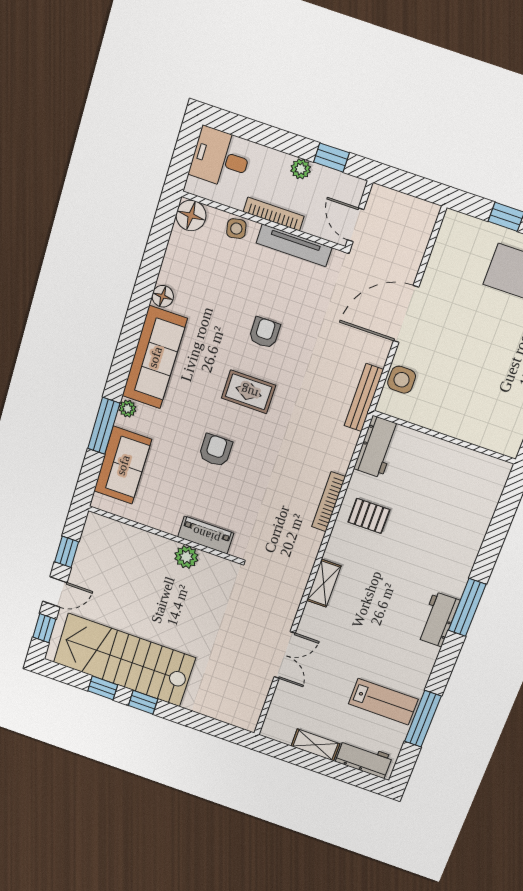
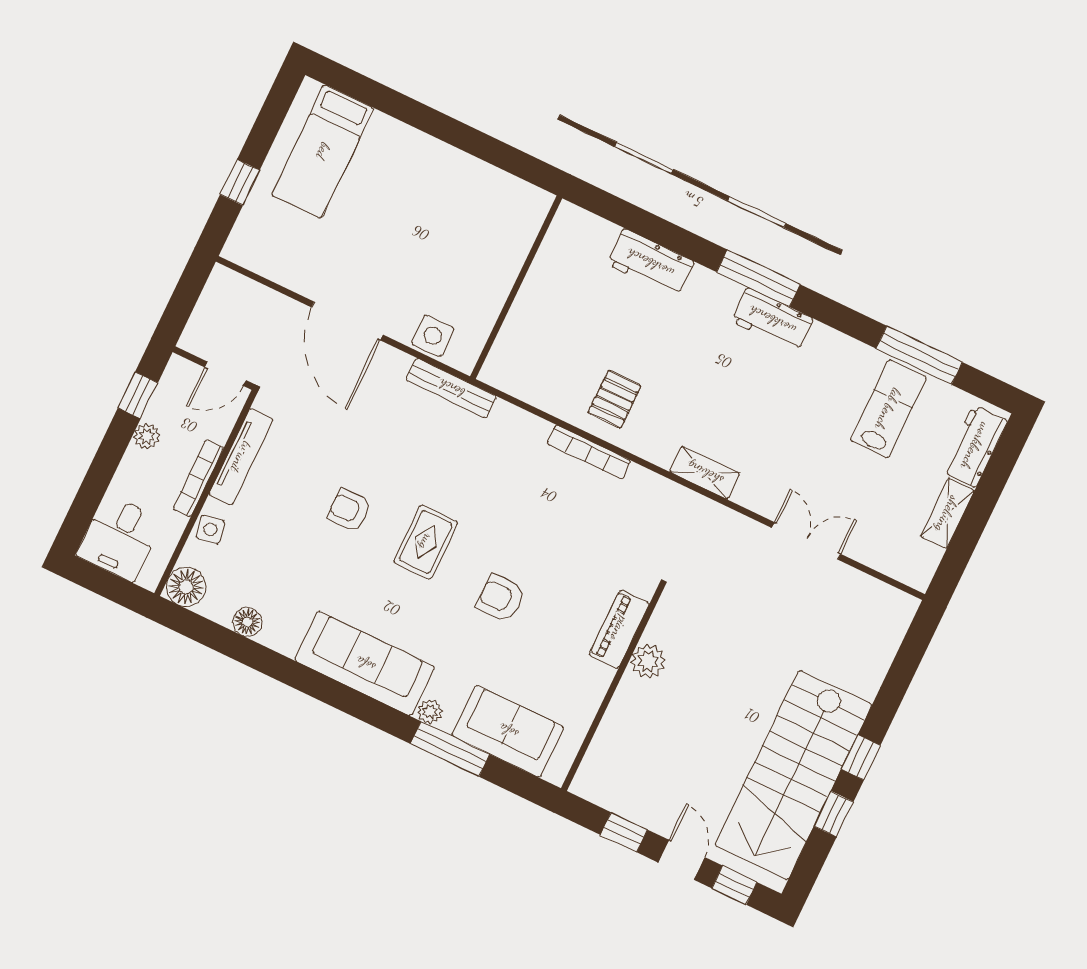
floor lamp: (163, 296) -> (247, 622), moved
workbench: (377, 447) -> (650, 263), moved, turned 180

